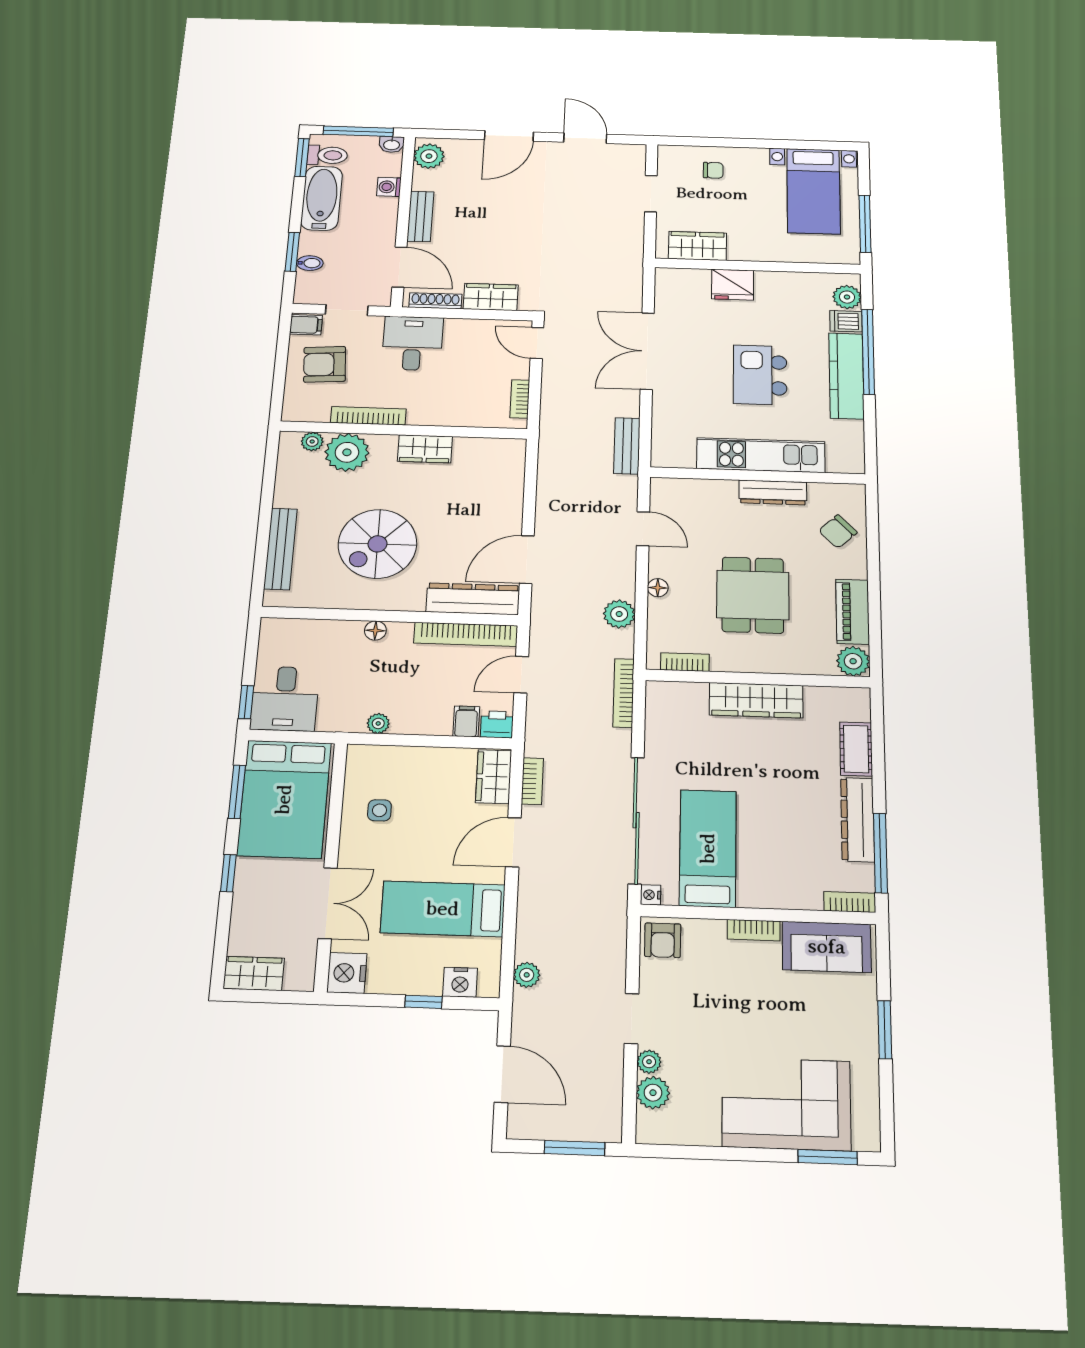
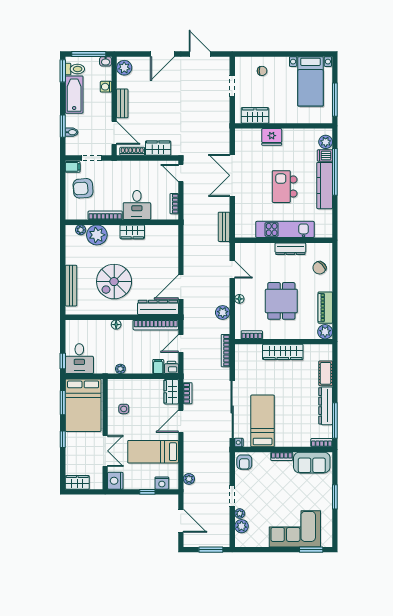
desk: (412, 343) -> (137, 205), moved, turned 180

